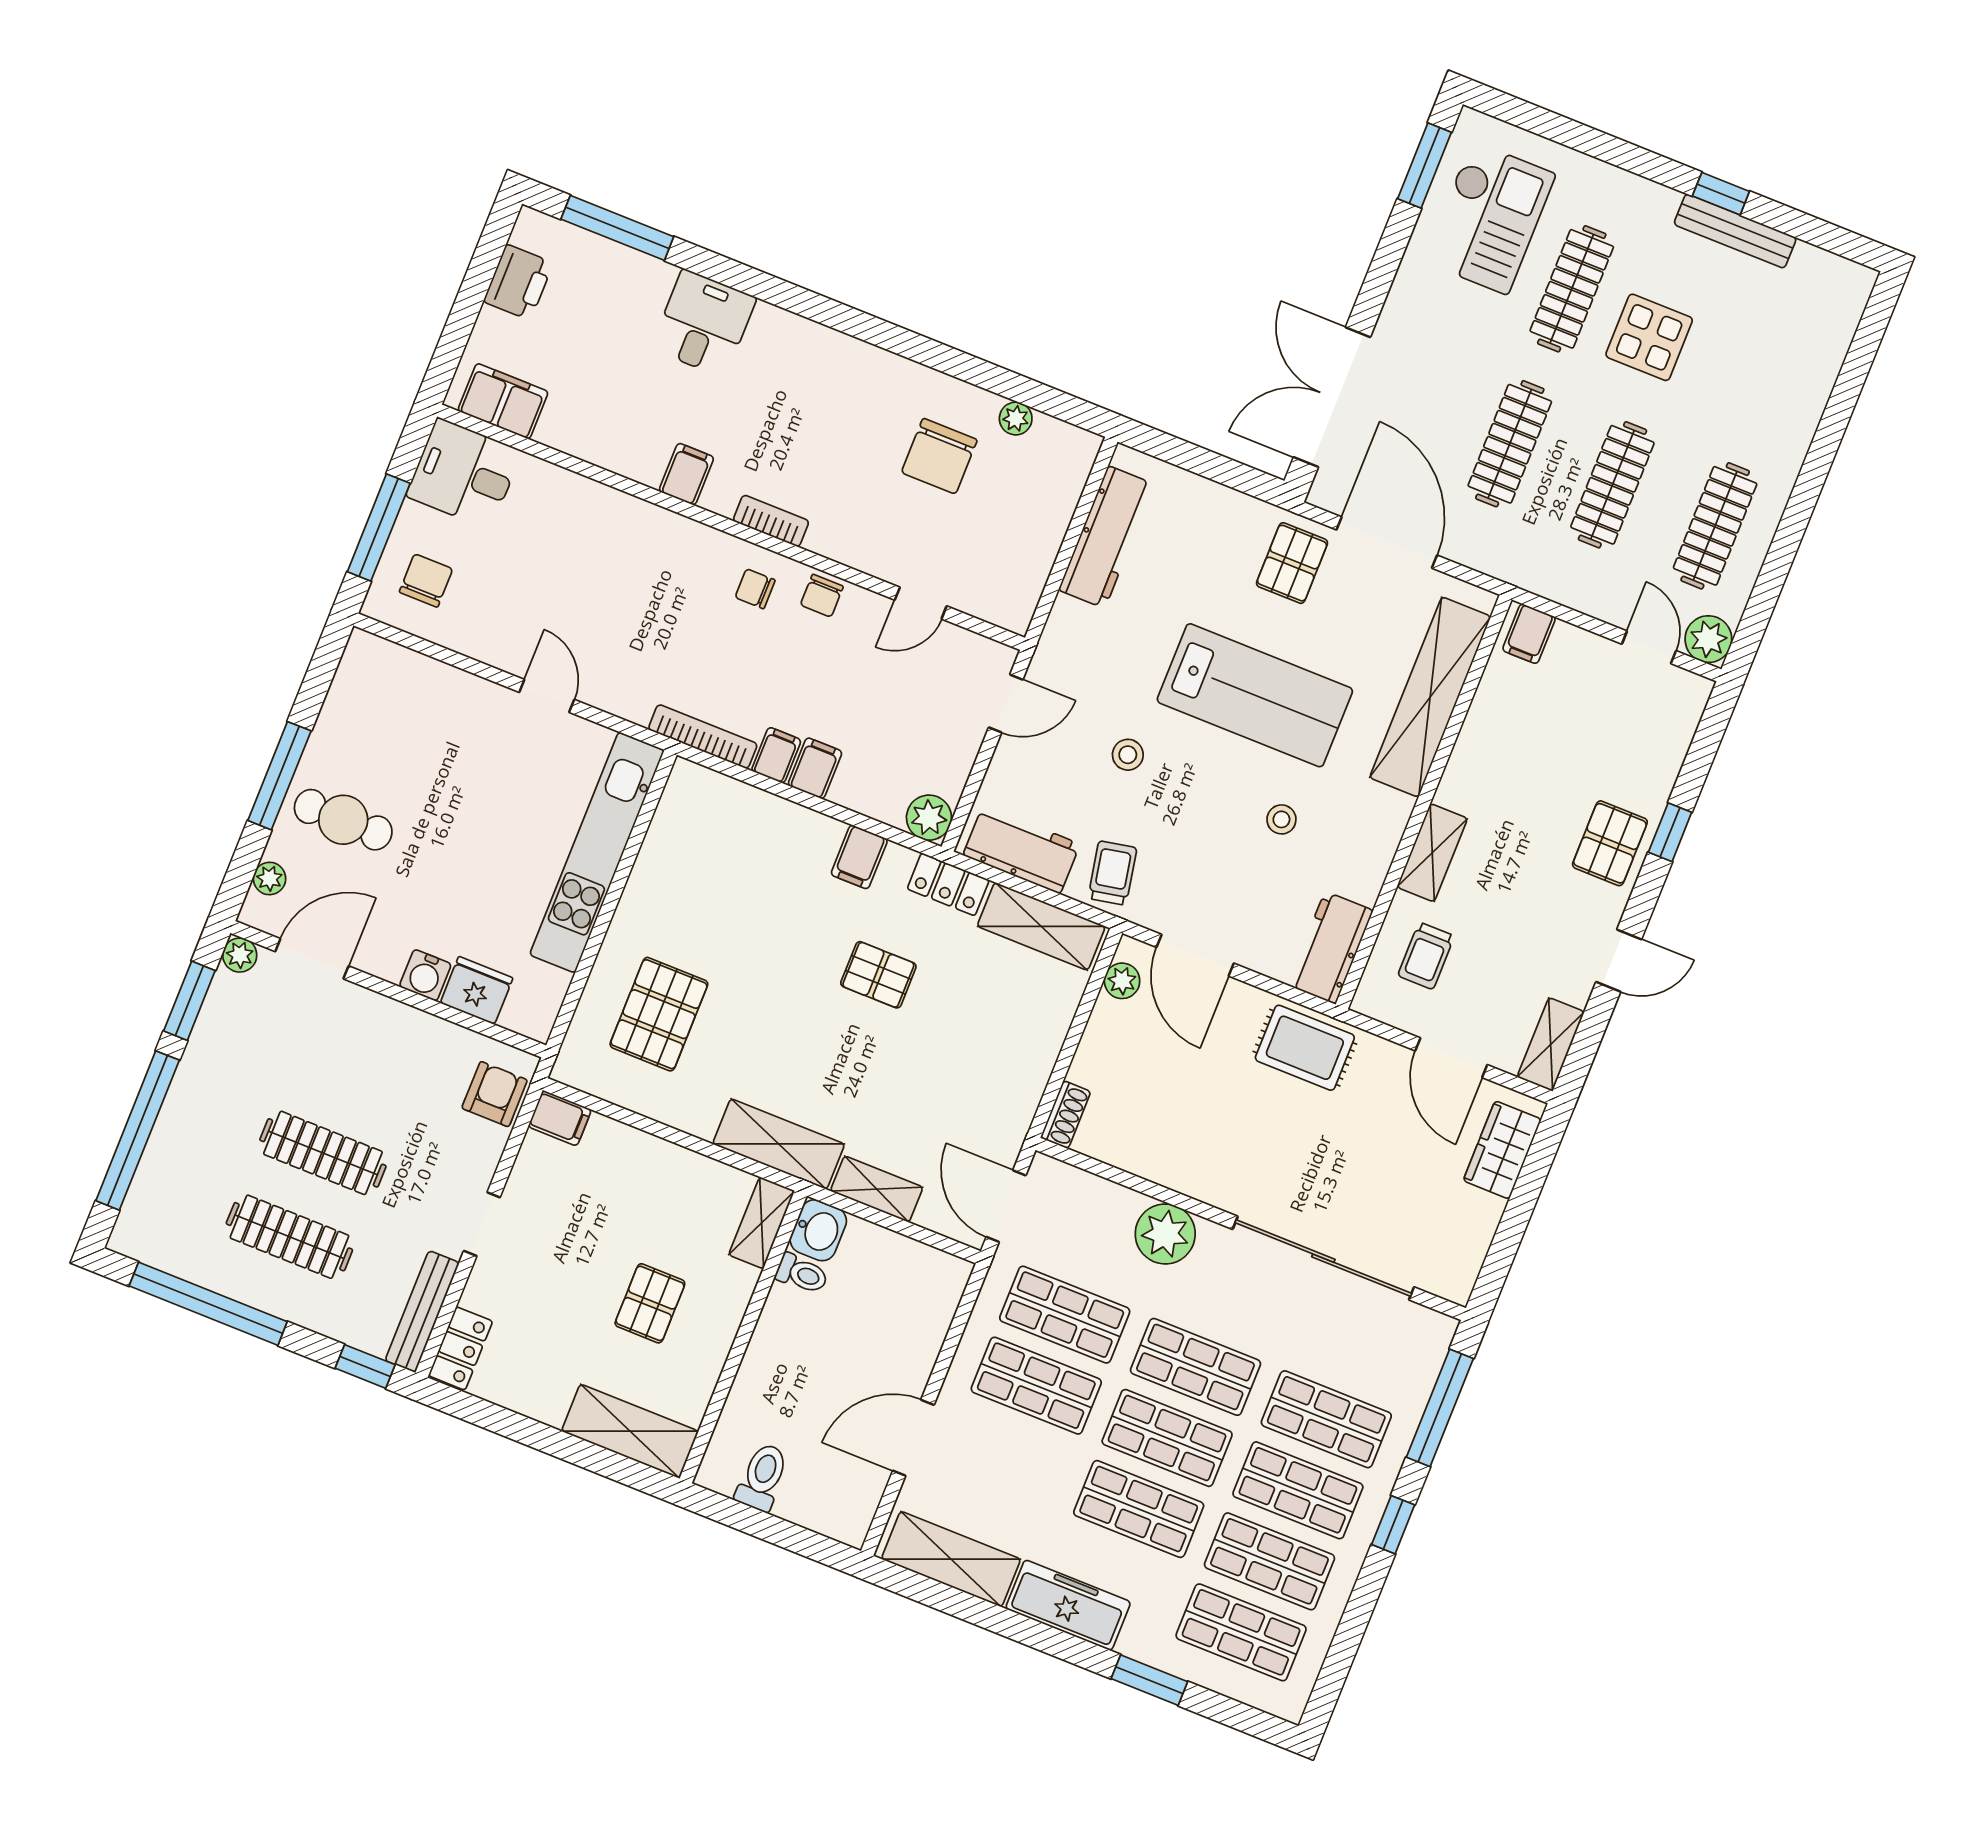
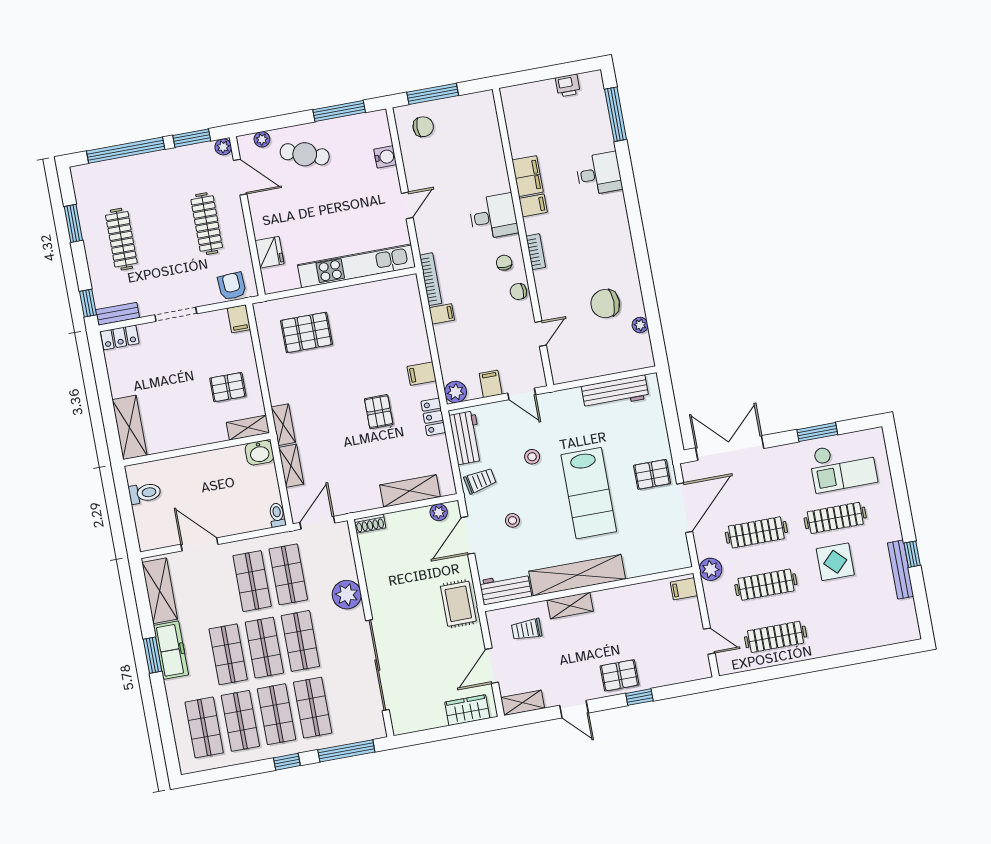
window: (1424, 166) -> (817, 432), moved
printer: (518, 282) -> (568, 85), width x0.73, depth x0.81
filing cabinet: (503, 401) -> (528, 176), moved
desk: (464, 474) -> (493, 217), moved, turned 90
door: (921, 603) -> (541, 334), swing flipped
plant: (1708, 639) -> (711, 569), moved
door: (1649, 647) -> (709, 641), hinge flipped
shelving: (1430, 697) -> (577, 575), moved
filing cabinet: (815, 768) -> (491, 384), moved, turned -90
window: (279, 776) -> (339, 111), moved
stool: (1281, 819) -> (512, 520), moved
cafe table: (343, 820) -> (305, 154), turned -71
shelving: (1041, 926) -> (410, 491), moved, turned 90
water cooler: (425, 975) -> (385, 157), moved, turned 180
armchair: (495, 1094) -> (232, 286), turned -93
shelving: (779, 1144) -> (283, 425), width x0.67, depth x0.75
clothes rail: (323, 1153) -> (207, 224), moved
doorway: (482, 1224) -> (176, 314), width x1.38
toilet: (802, 1274) -> (277, 515), moved, turned 180
pallet: (650, 1303) -> (228, 387), moved
window: (208, 1304) -> (73, 223), width x0.47
bench: (422, 1312) -> (117, 314), width x0.73
window: (1149, 1680) -> (153, 655), moved

